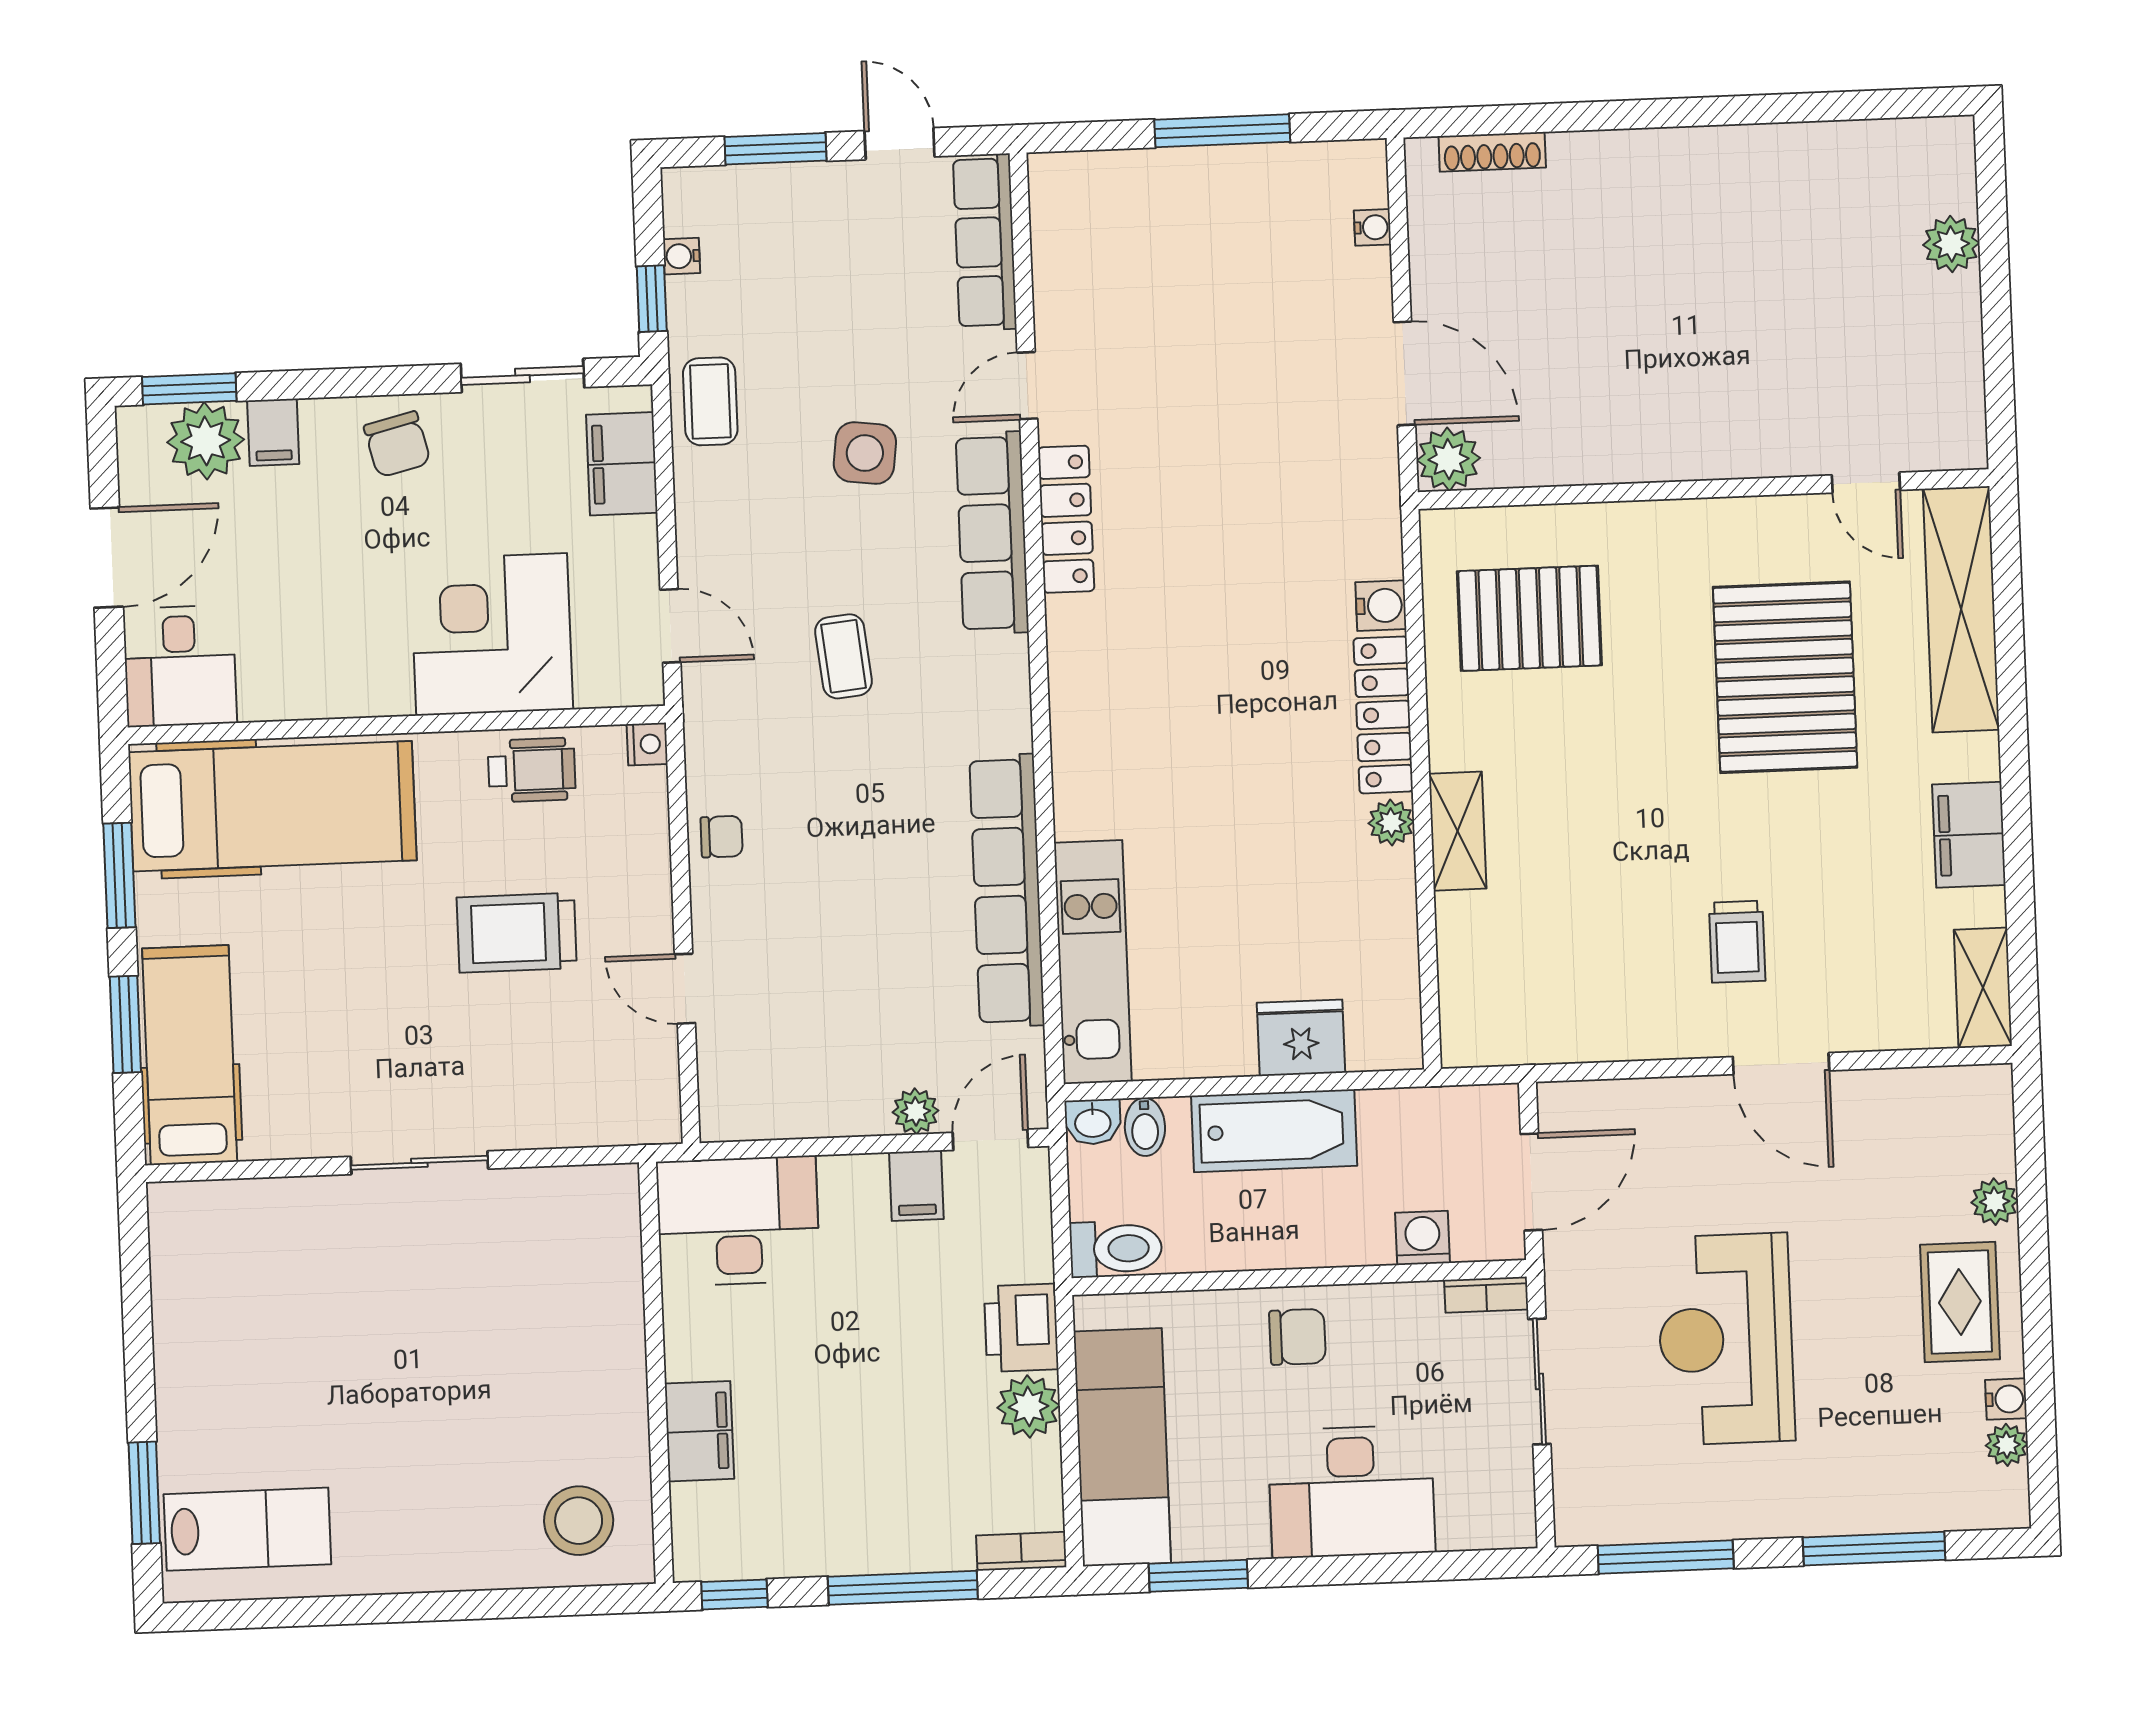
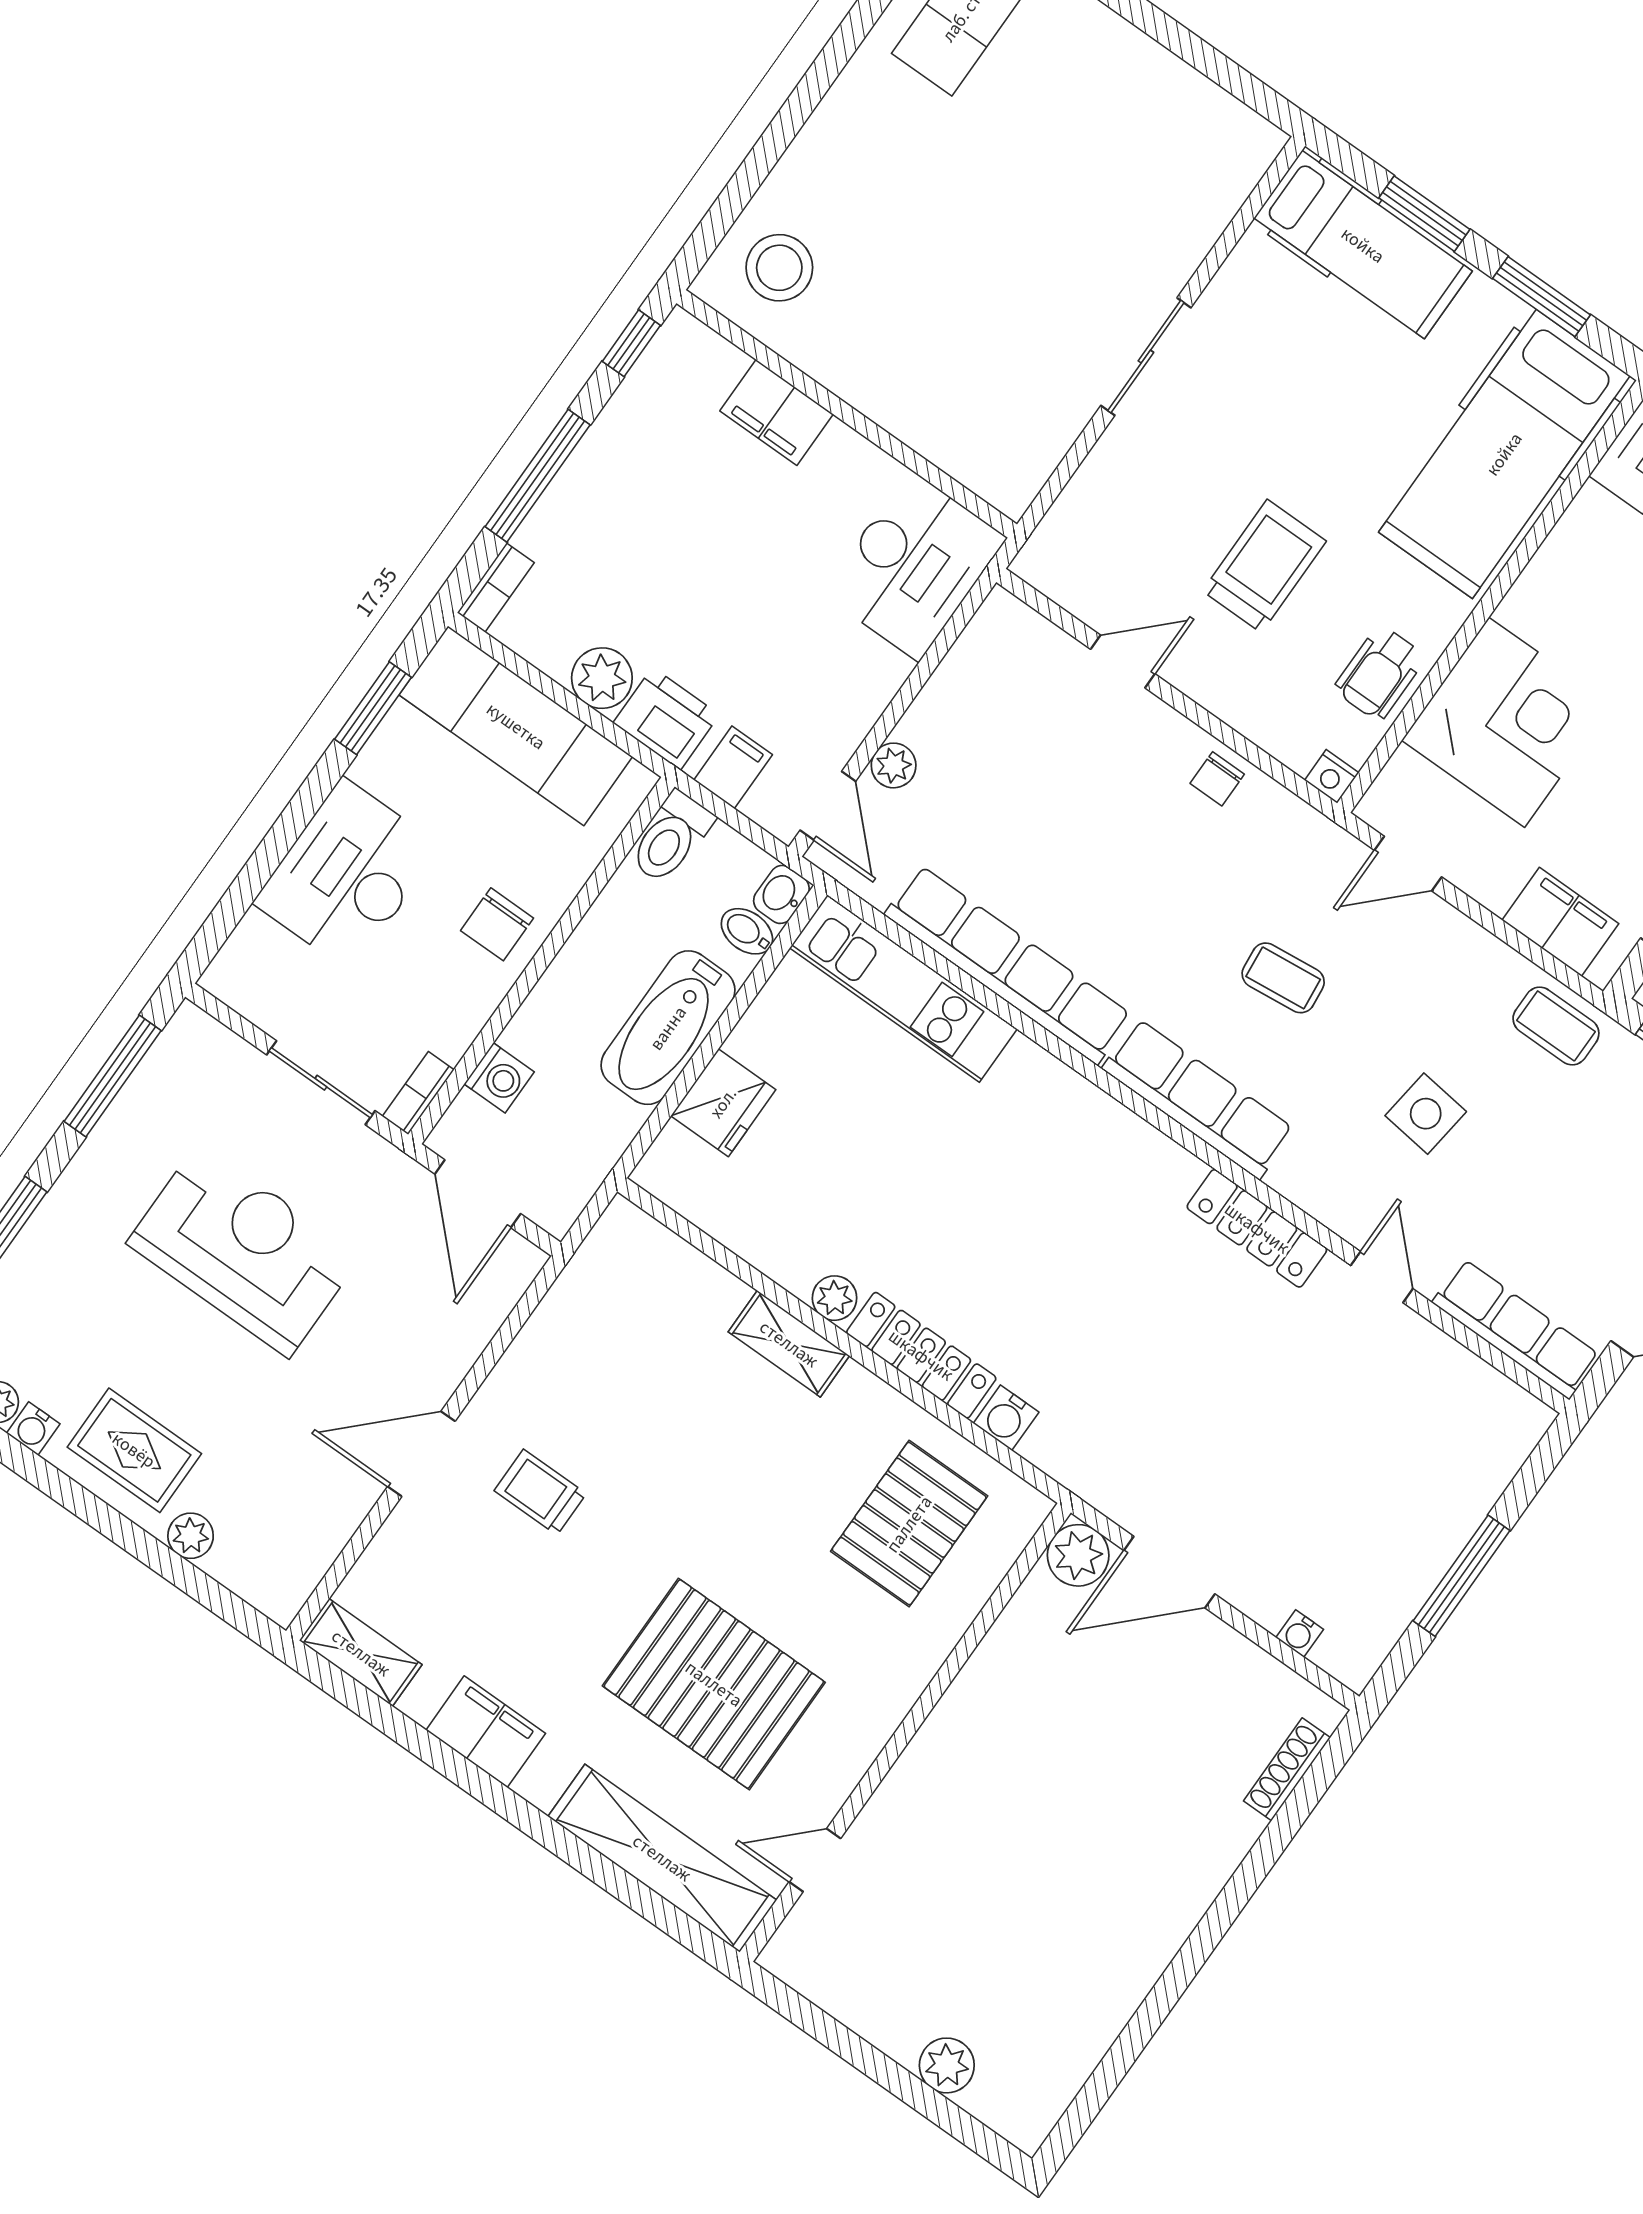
row of seats: (992, 533) -> (1198, 1099), moved
filing cabinet: (916, 1186) -> (733, 767), moved, turned 90

